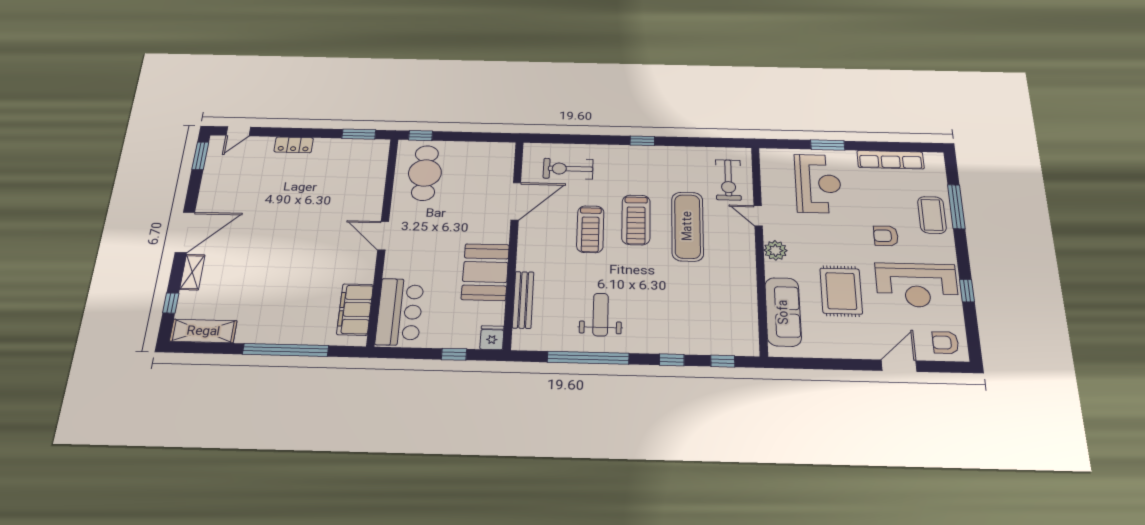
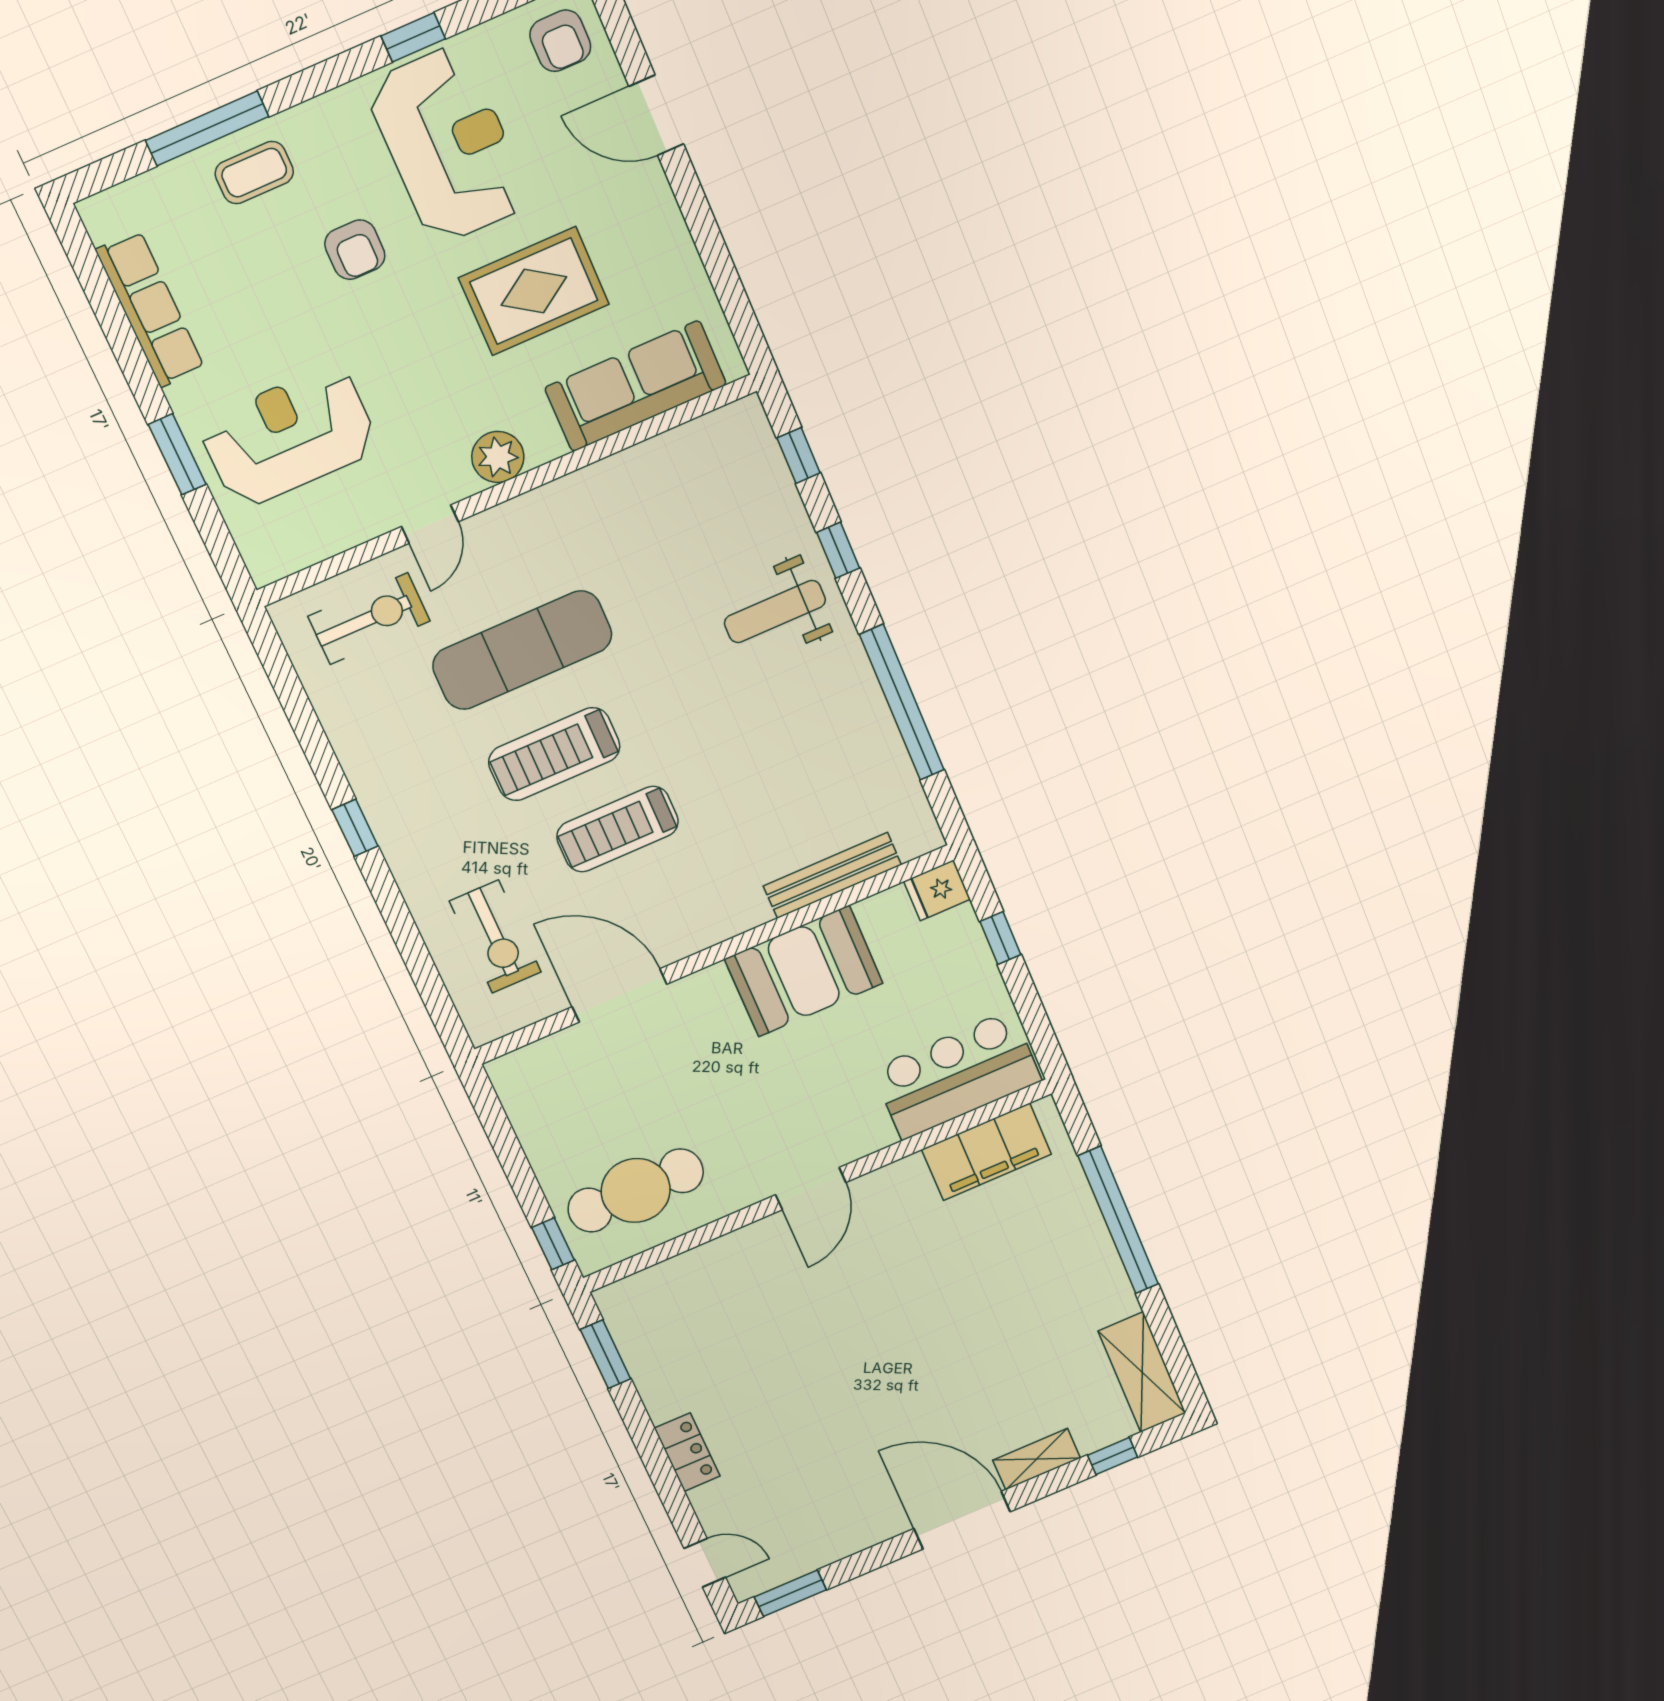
coffee table: (932, 215) -> (254, 173), width x0.73, depth x0.77
treadmill: (636, 220) -> (554, 754), turned 180
treadmill: (590, 229) -> (618, 829), turned 180
weight bench: (601, 315) -> (775, 612), moved

